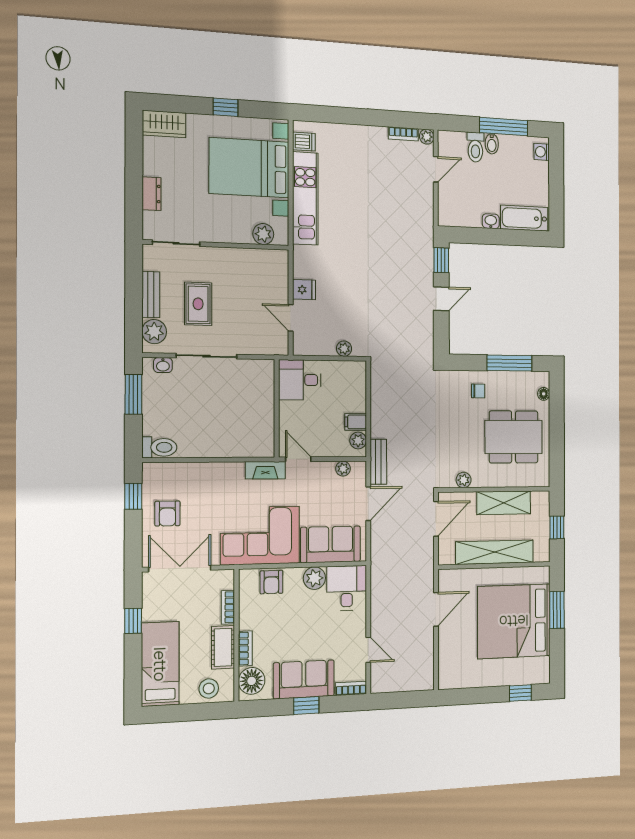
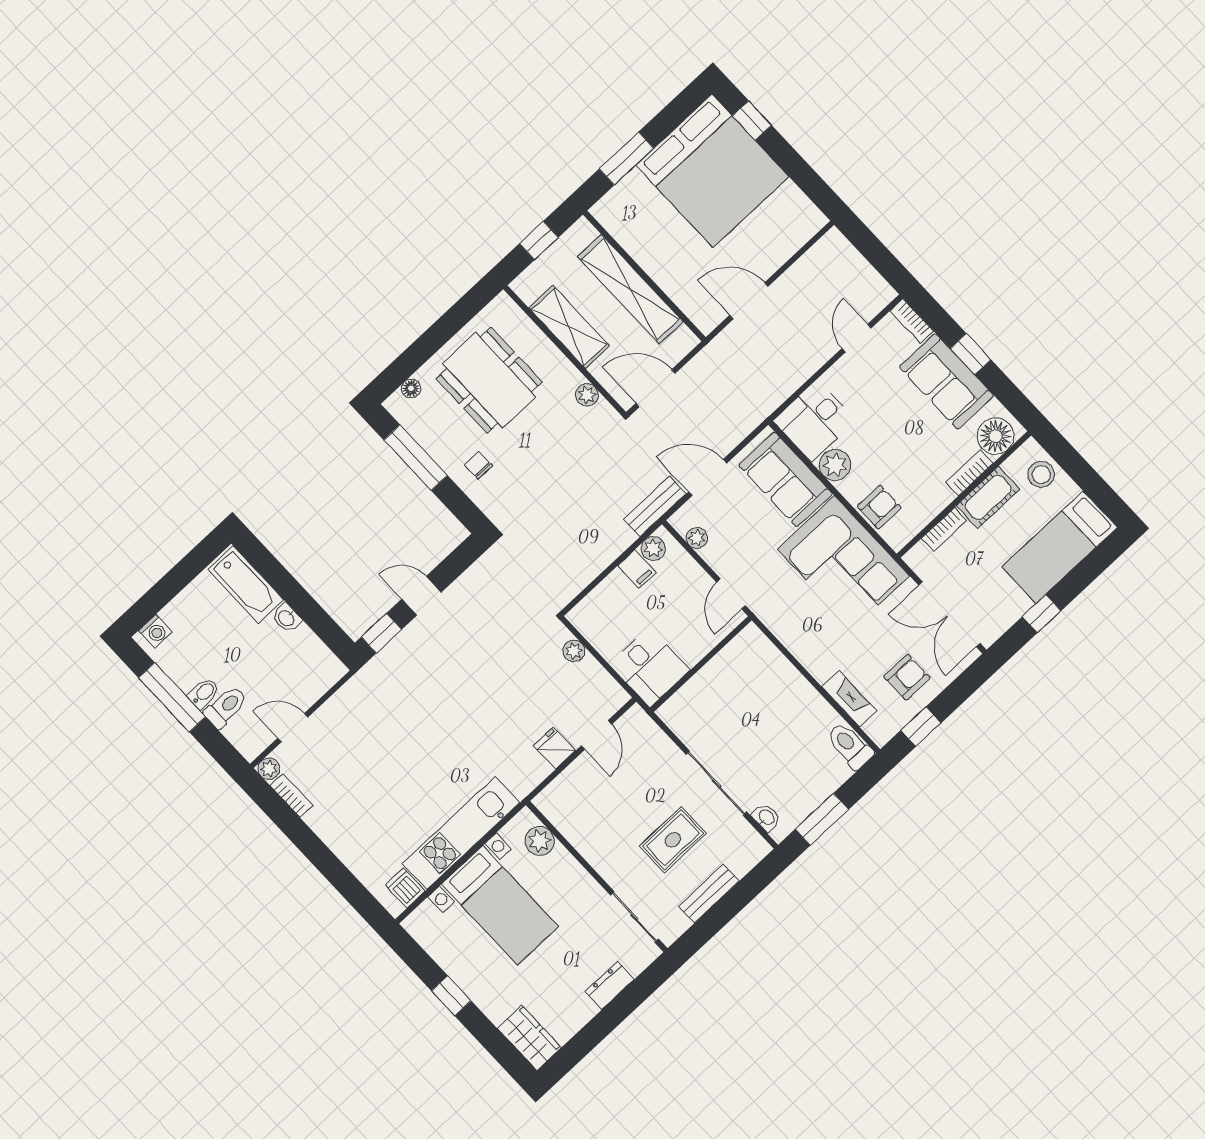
bed with nightstands: (249, 168) -> (500, 905), width x0.73
plant: (154, 332) -> (742, 857), removed
fireplace: (265, 470) -> (849, 699), moved
bed: (514, 621) -> (712, 171), moved

